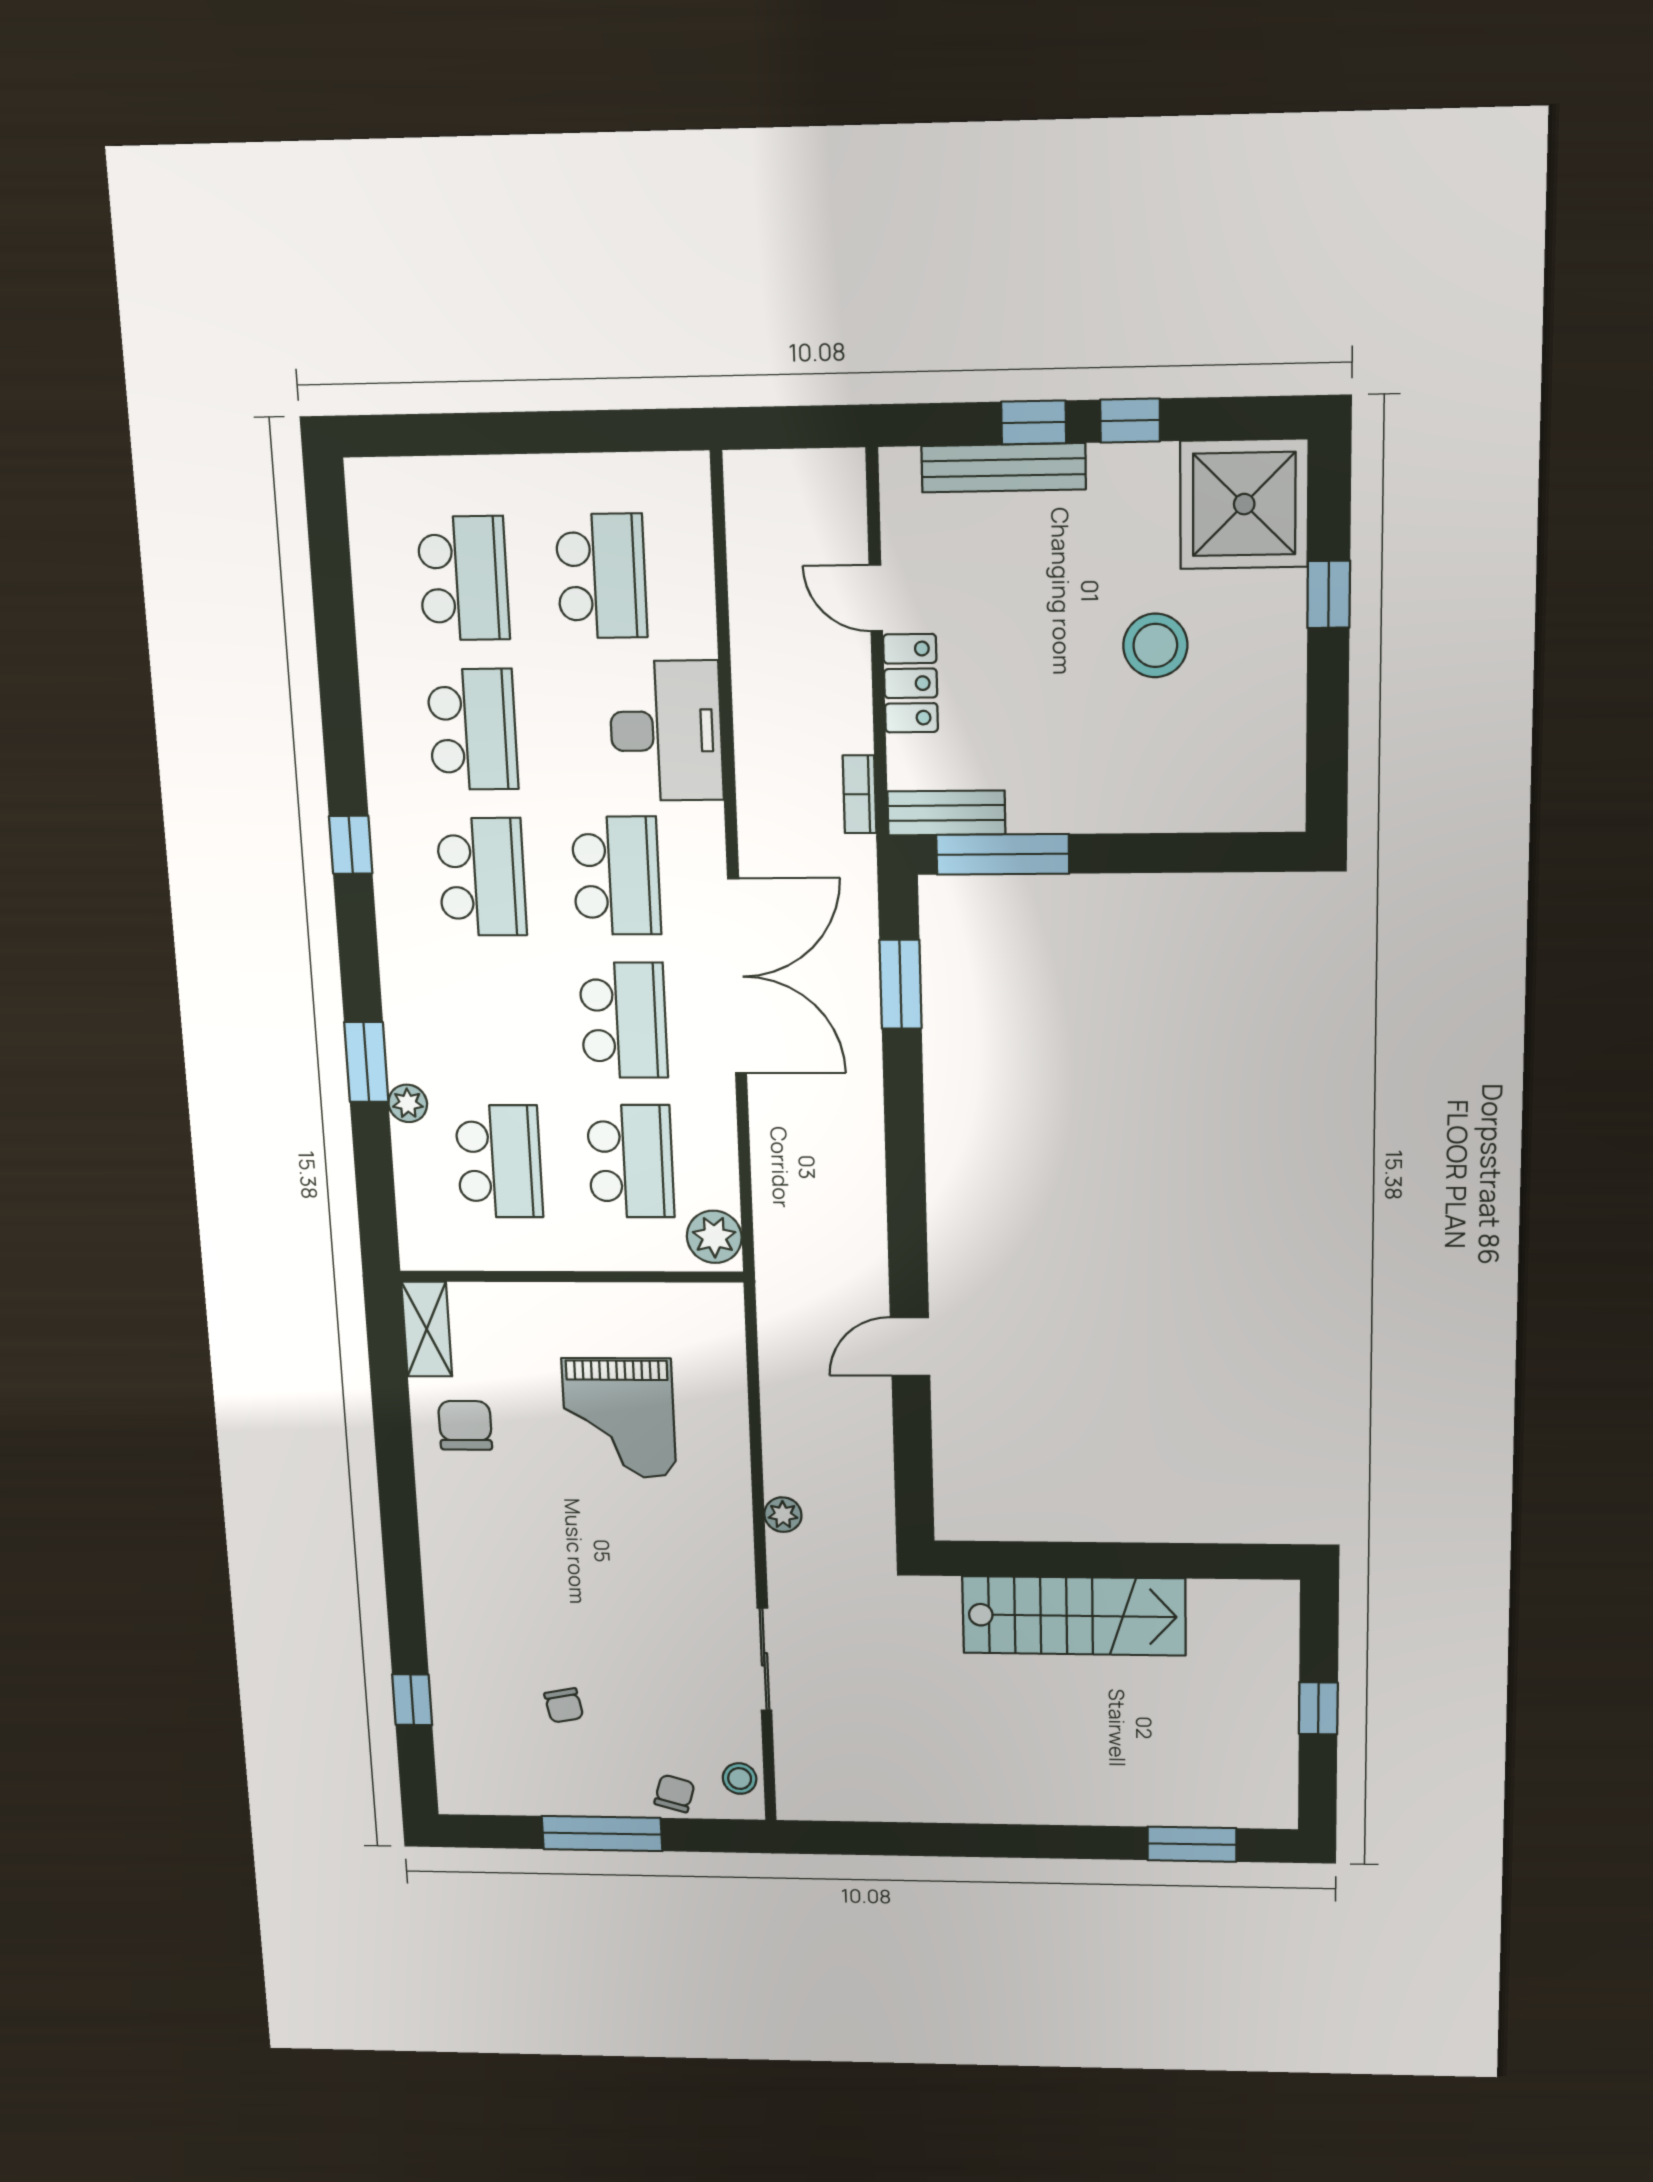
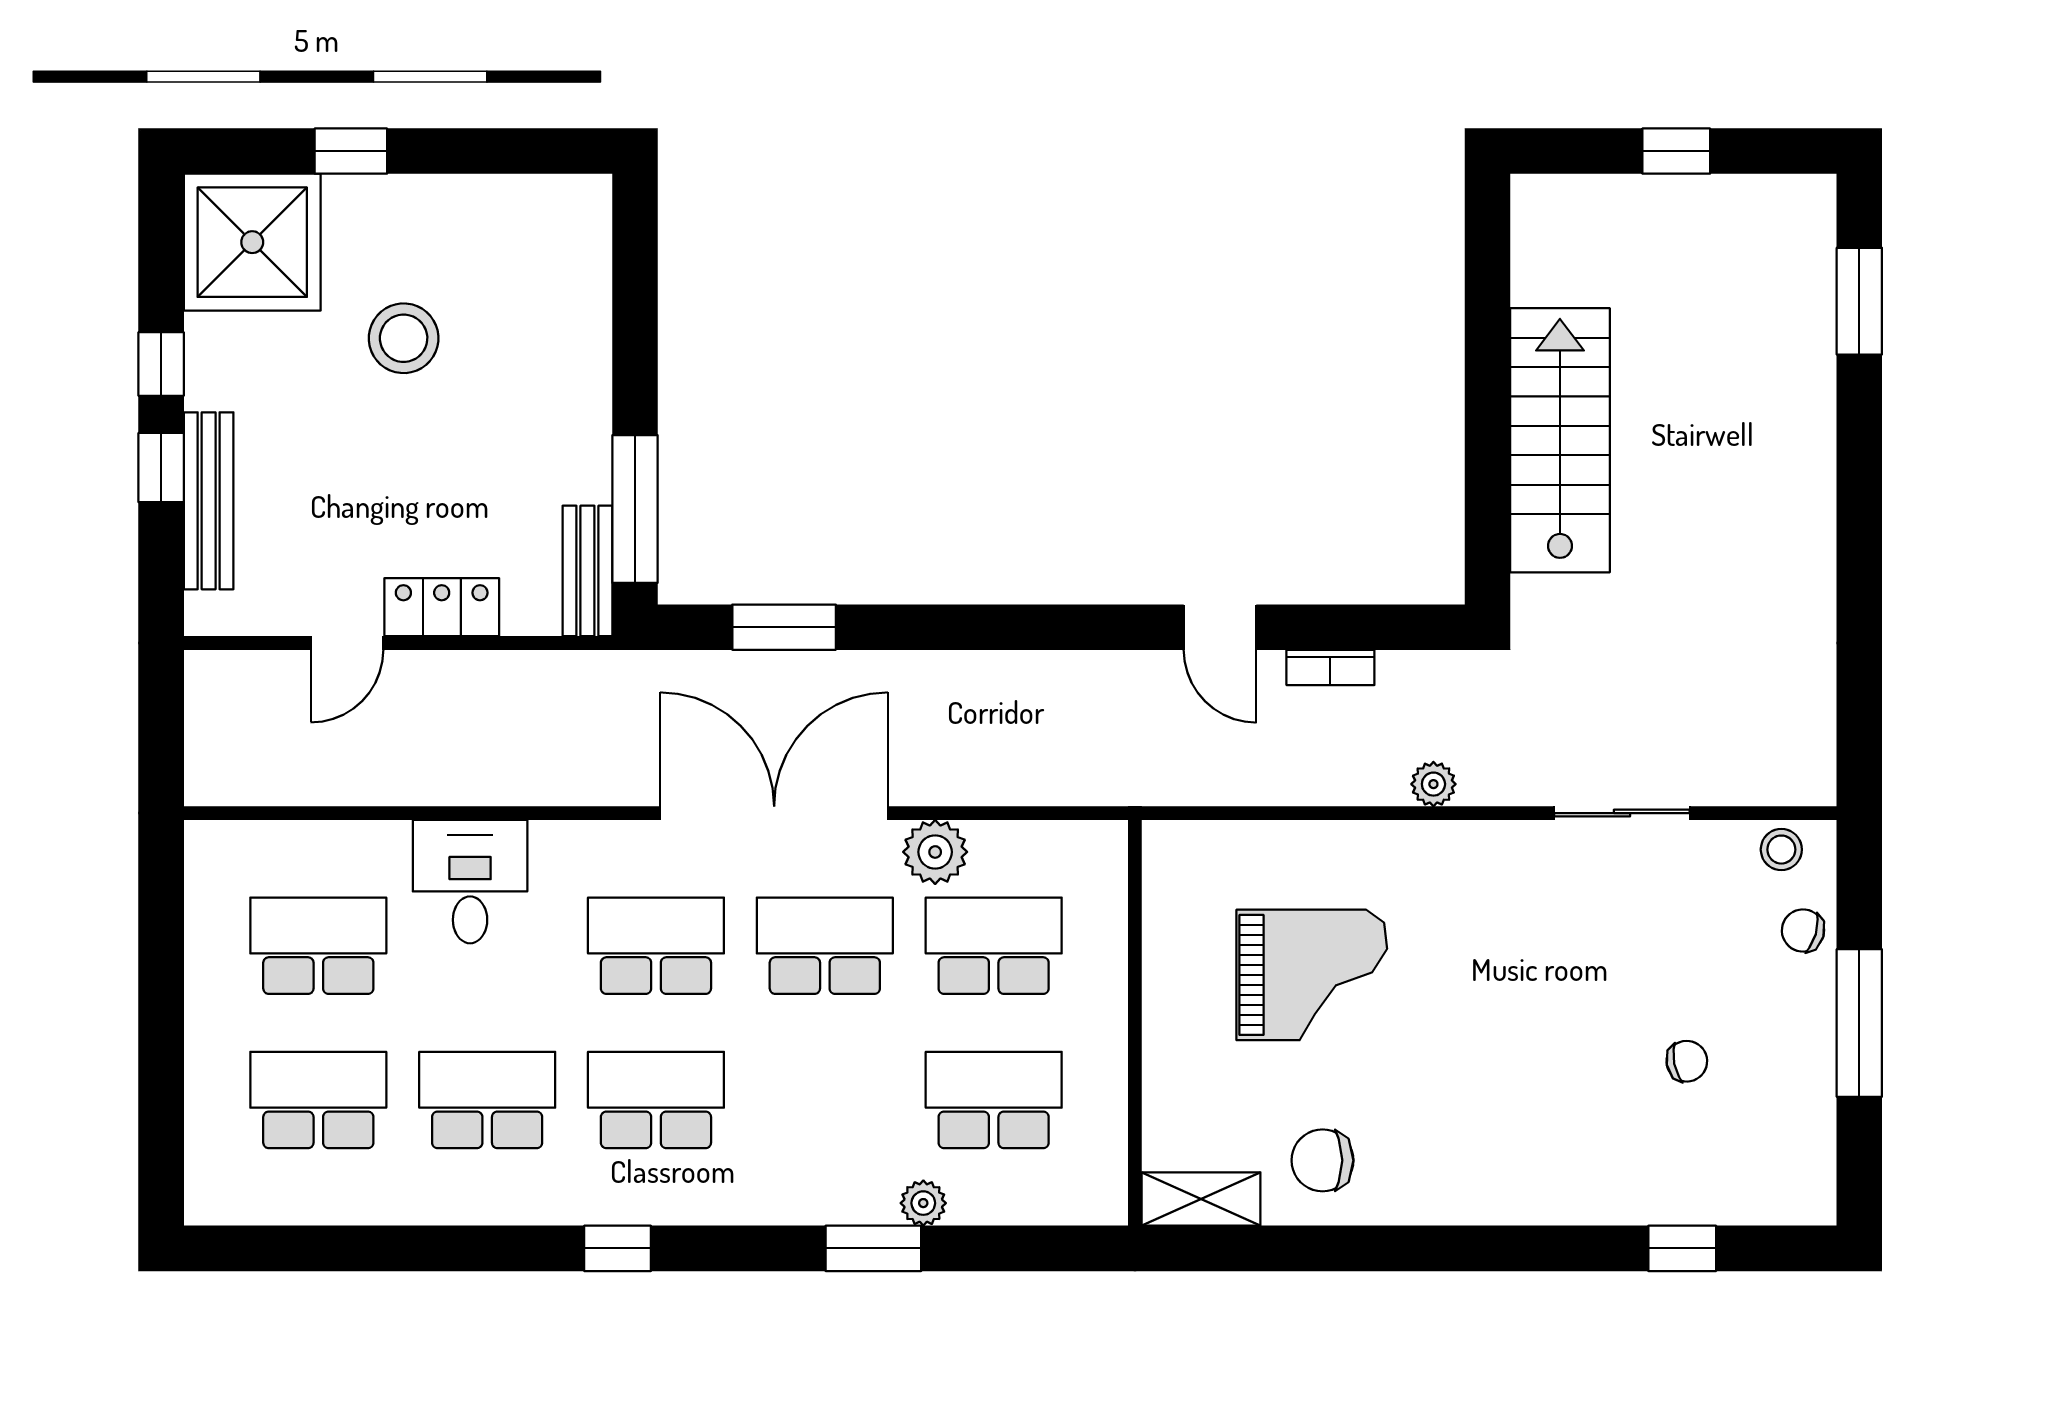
desk: (666, 731) -> (470, 882), width x0.73
bookcase: (859, 794) -> (1330, 667), moved
plant: (714, 1237) -> (935, 852), moved

